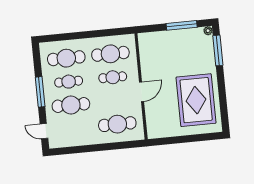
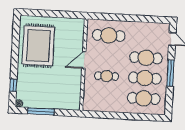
window: (218, 50) -> (13, 85), width x0.46
cafe table: (110, 54) -> (105, 96), removed
cafe table: (69, 82) -> (145, 78), width x1.37, depth x1.35

